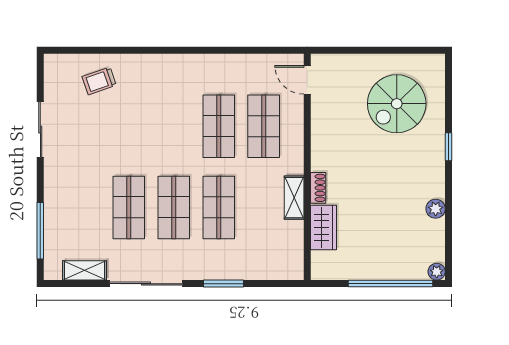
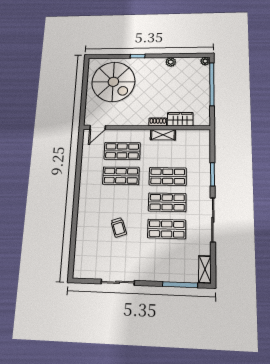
trolley: (99, 81) -> (119, 227), moved
spiral stairs: (397, 104) -> (113, 82), width x1.37, depth x1.37
shelving: (85, 270) -> (205, 269), moved

